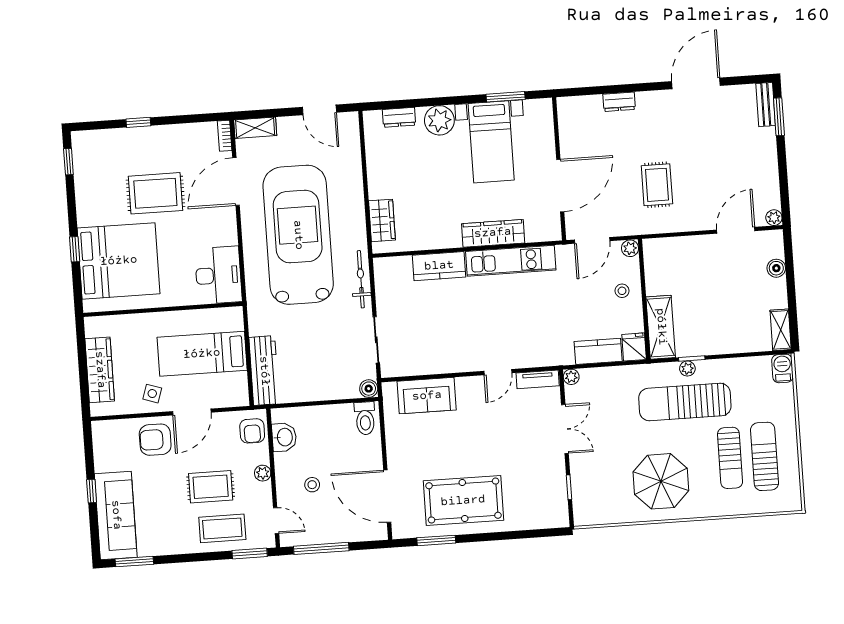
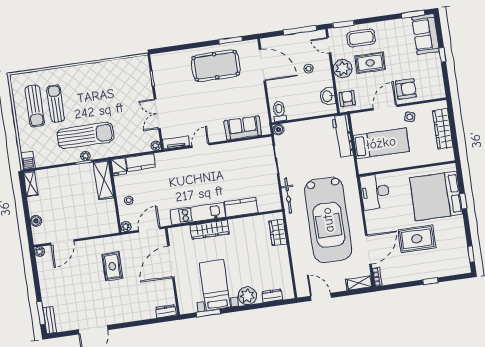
dresser: (619, 102) -> (166, 311), moved
plant: (263, 473) -> (343, 69), width x1.88, depth x1.88
parasol: (661, 481) -> (97, 86), removed
sofa: (116, 515) -> (426, 34), width x0.73

